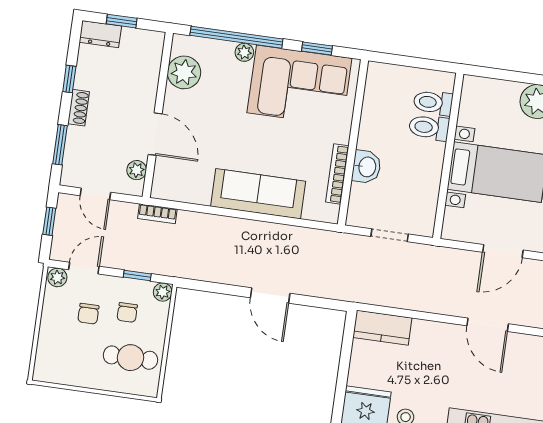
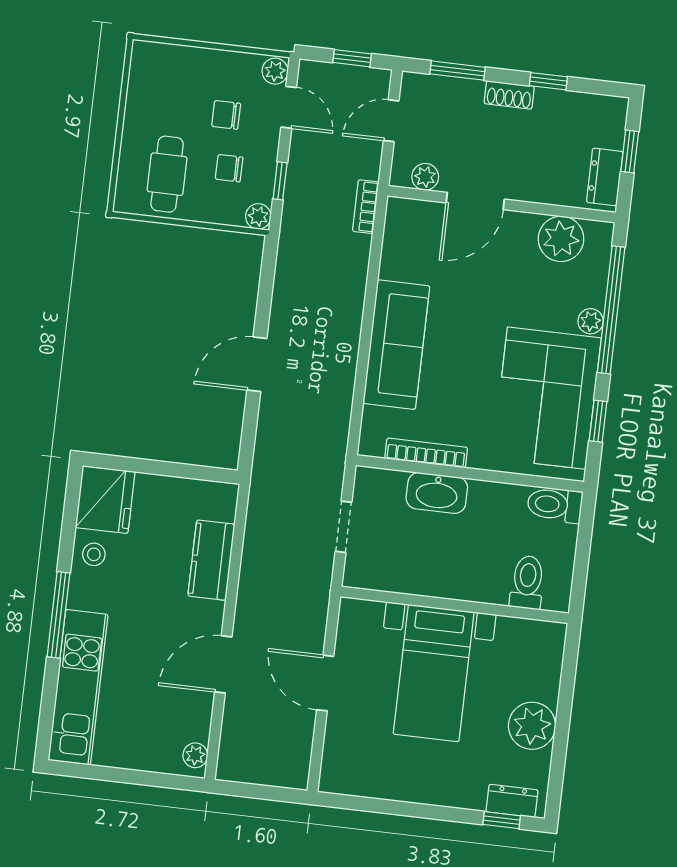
dresser: (100, 34) -> (605, 177), moved
toilet: (429, 128) -> (555, 505), moved, turned -90
washbasin: (367, 167) -> (437, 493), width x1.38
kitchen counter: (382, 328) -> (211, 560), moved

